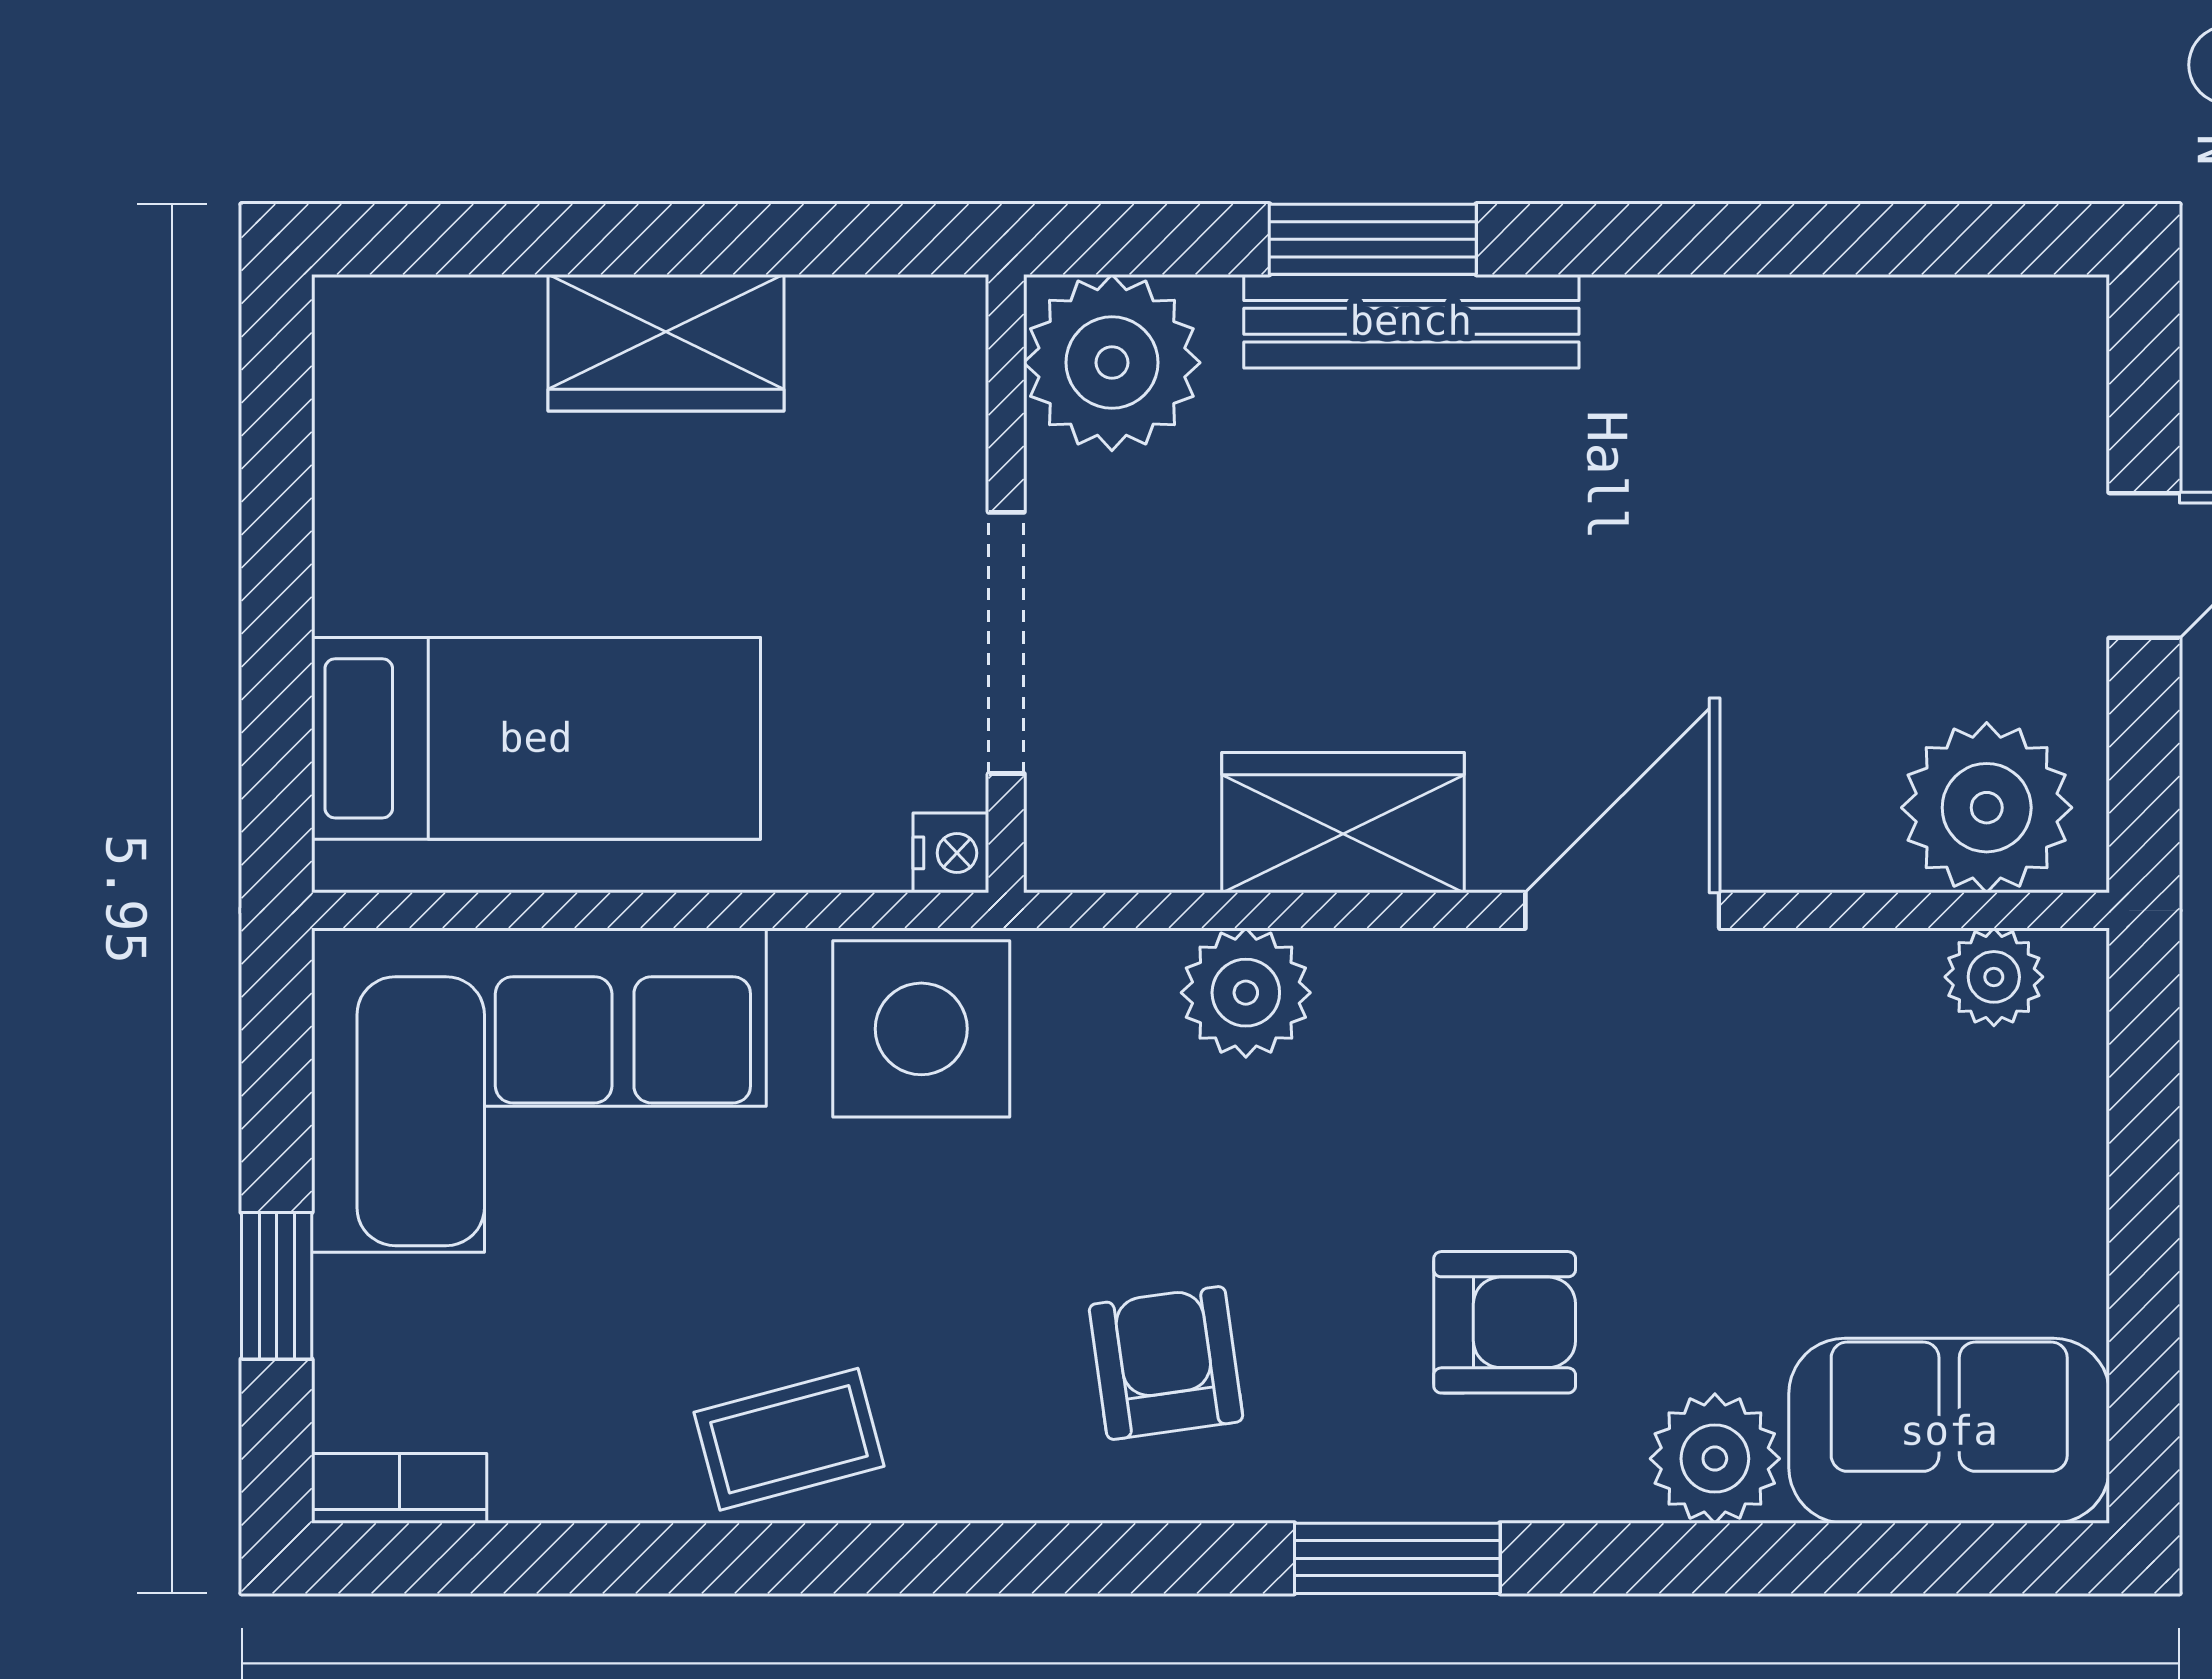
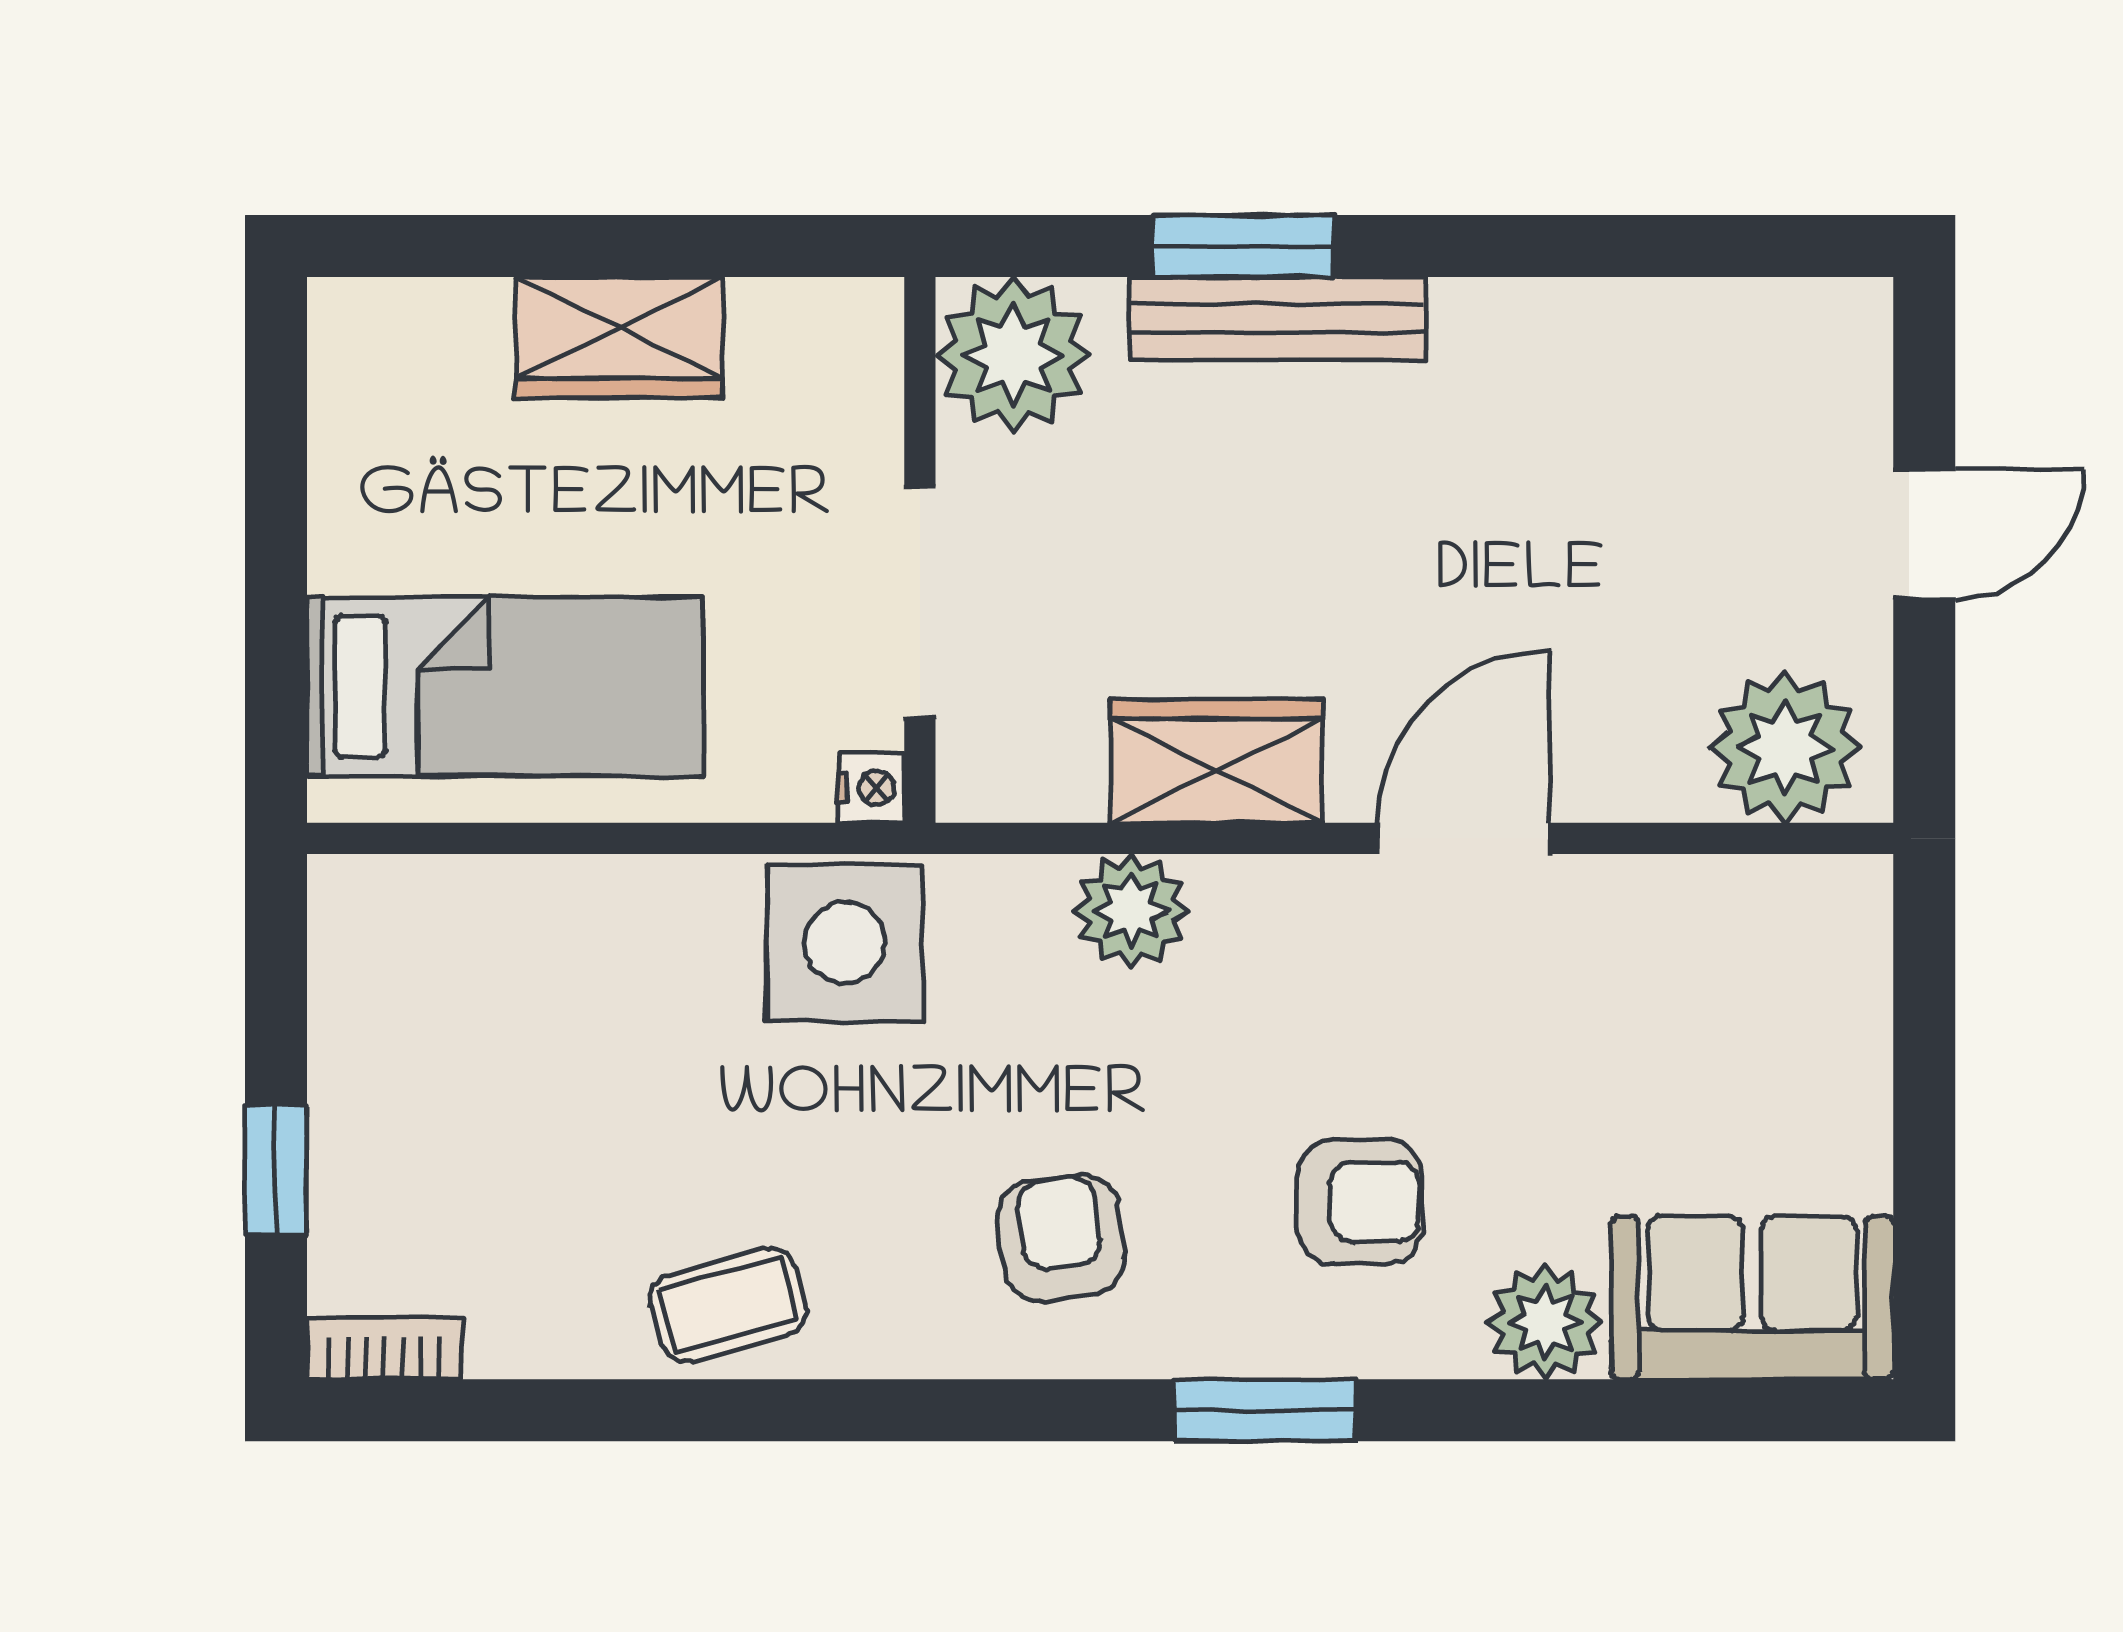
plant: (1994, 977) -> (1791, 897), removed
corner sofa: (539, 1090) -> (507, 997), removed

